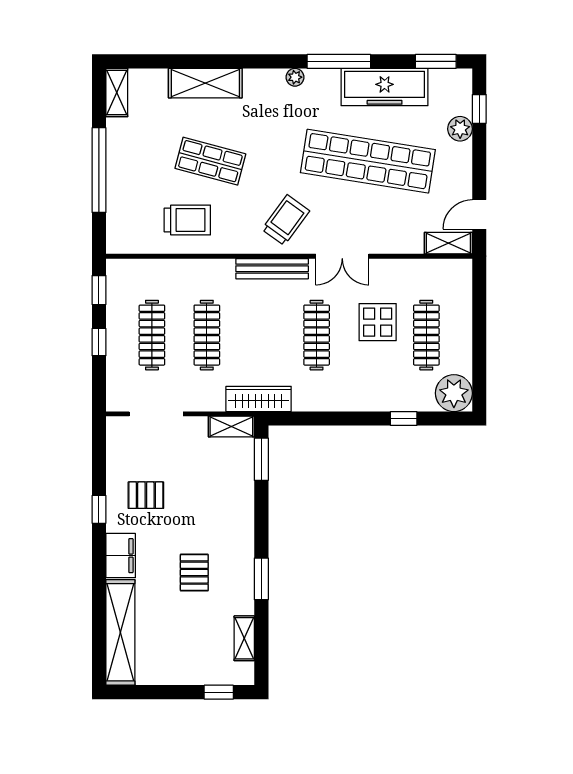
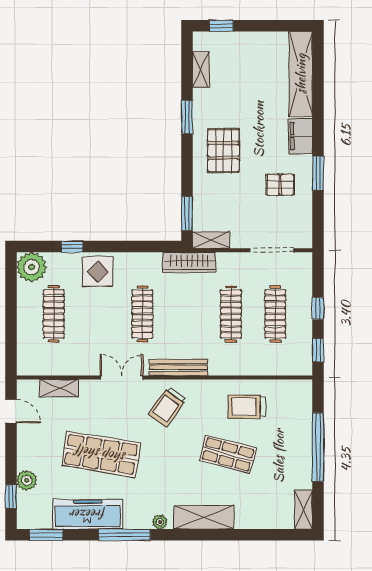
shelving: (205, 83) -> (204, 517), moved
shop shelf: (368, 161) -> (101, 454), width x0.71
door: (479, 214) -> (11, 411), hinge flipped
shelving: (448, 243) -> (59, 388), moved
display table: (378, 322) -> (98, 272), moved
window: (99, 509) -> (318, 173), width x1.50
pallet: (194, 573) -> (223, 150), moved, width x1.50, depth x1.42

